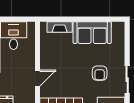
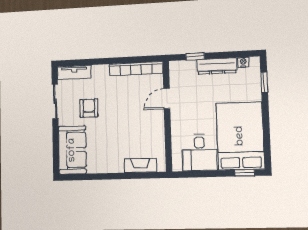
sofa: (92, 33) -> (72, 150), moved, turned 90

